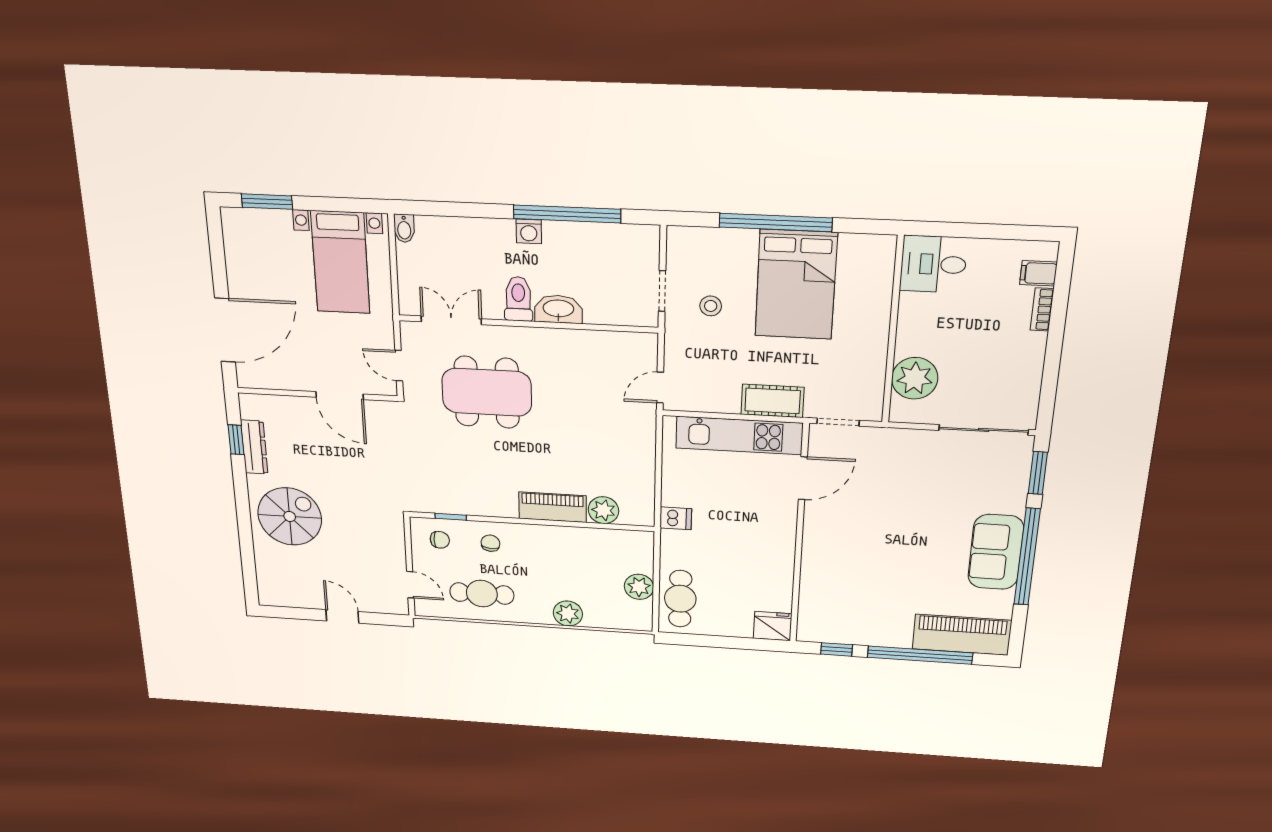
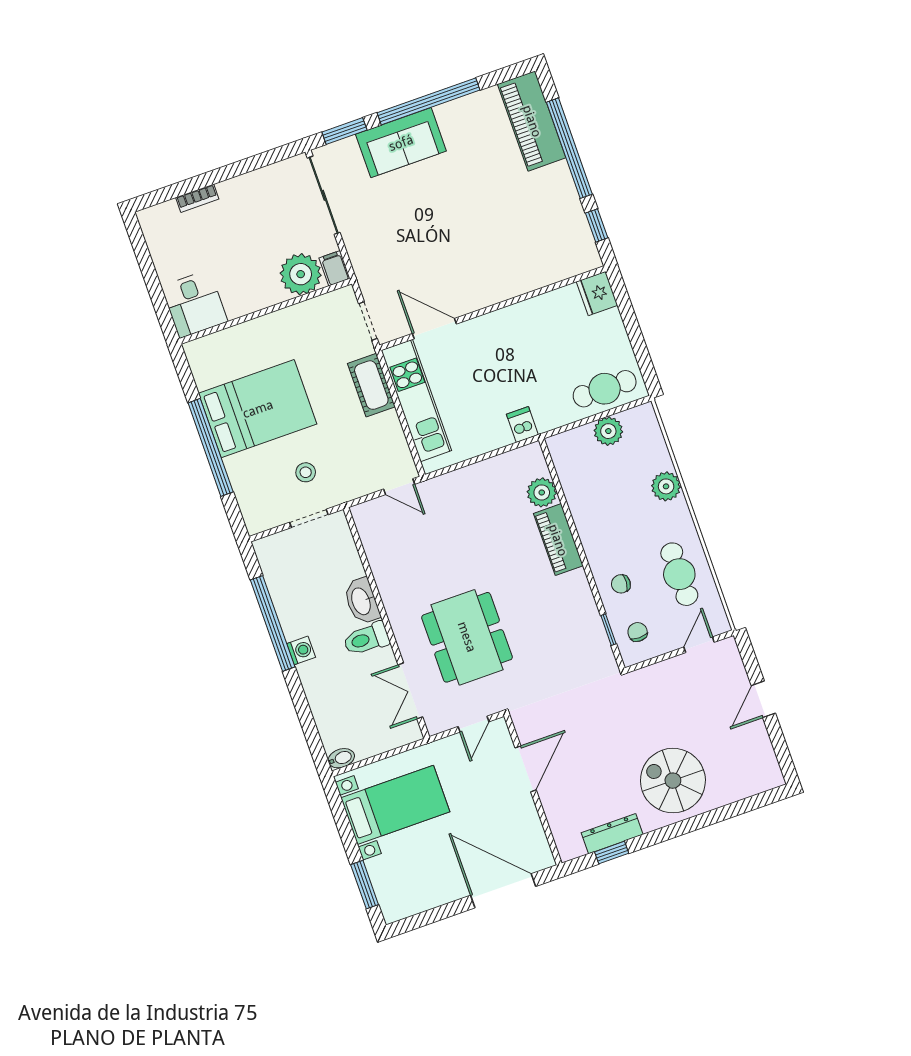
filing cabinet: (1038, 273) -> (335, 268), moved, turned 180
sofa: (996, 552) -> (401, 143), moved

